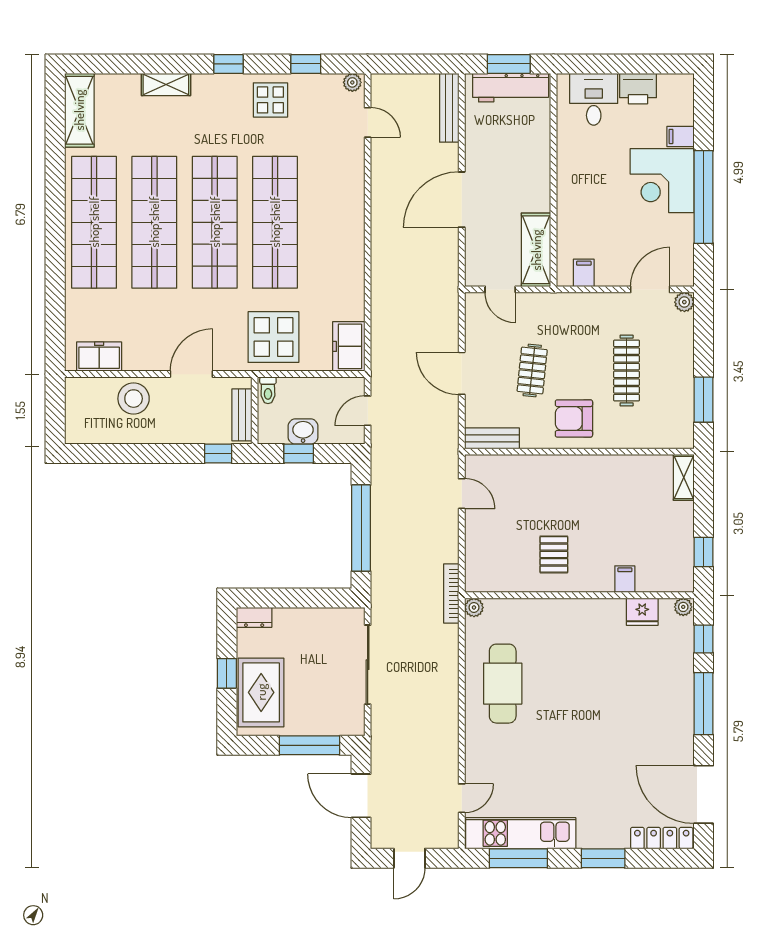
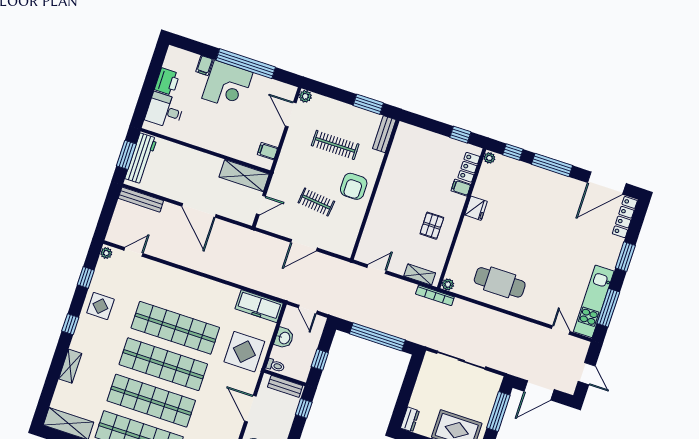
freezer: (349, 346) -> (259, 306), width x1.40
washbasin: (303, 432) -> (284, 338), moved, turned 180
bench: (492, 438) -> (384, 134), moved
shelving: (684, 477) -> (420, 275), moved
pallet: (554, 554) -> (432, 226), turned 90
locker: (659, 581) -> (469, 167), added
fridge: (642, 612) -> (476, 208), moved

